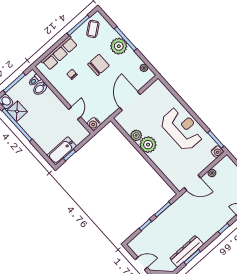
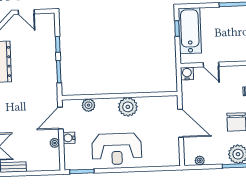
plant: (136, 135) -> (88, 105), moved
bathtub: (62, 151) -> (190, 31), width x1.36, depth x1.36
water cooler: (217, 152) -> (69, 138), moved
door: (141, 263) -> (26, 12), hinge flipped

